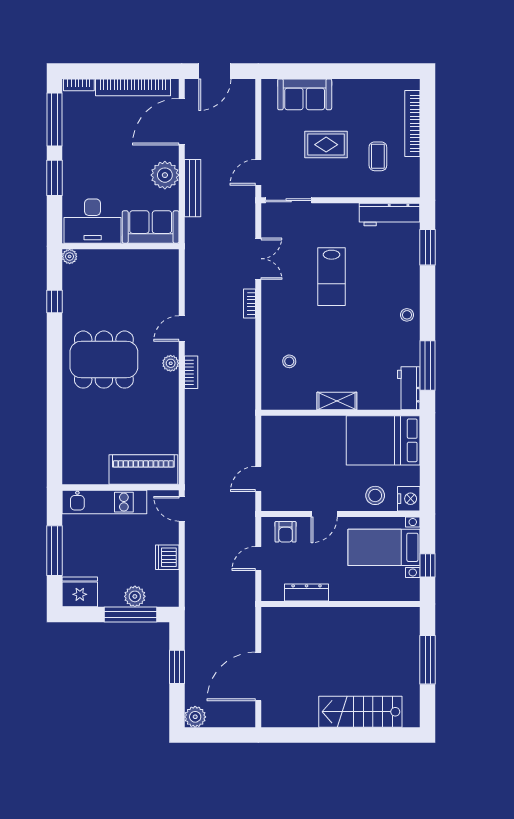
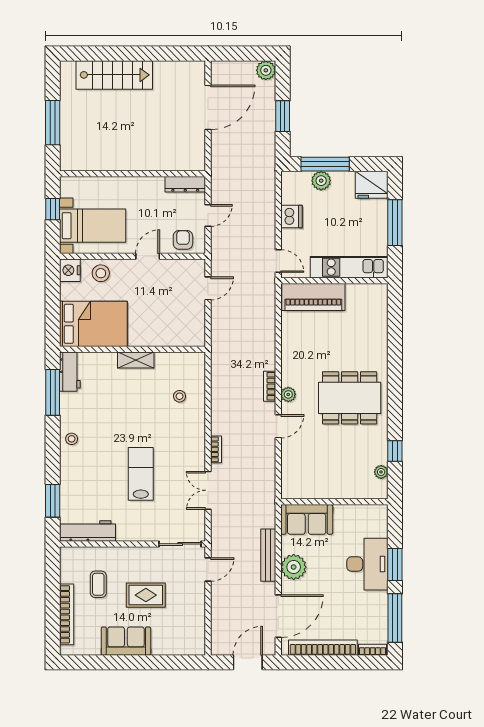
sofa: (305, 94) -> (126, 641), moved
desk: (93, 221) -> (367, 564), moved, turned 90
plant: (70, 256) -> (381, 472), moved
dresser: (307, 593) -> (185, 184), moved

